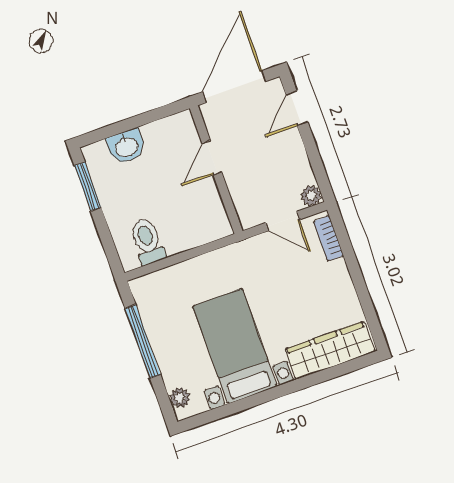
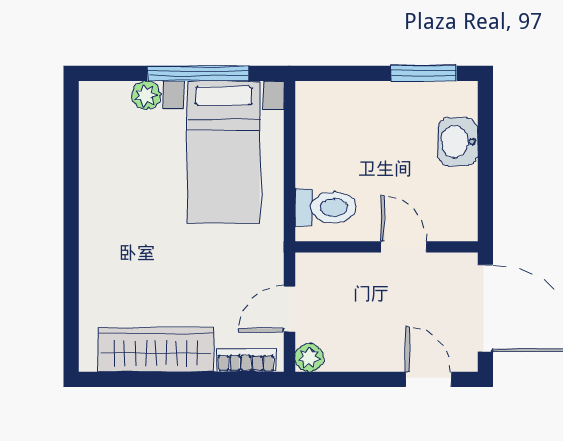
toilet: (147, 241) -> (325, 207), moved
bed with nightstands: (235, 346) -> (224, 152), moved, turned 90
wardrobe: (330, 350) -> (156, 350), moved, turned -90
plant: (180, 398) -> (146, 95), moved

